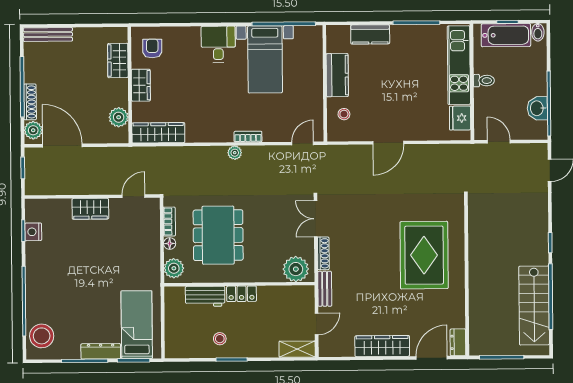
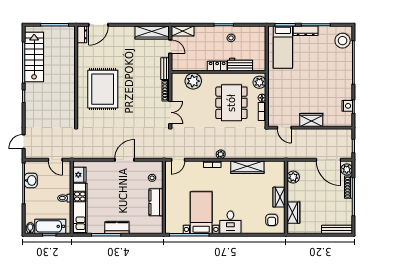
kitchen counter: (370, 34) -> (117, 228), moved
wardrobe: (158, 133) -> (247, 167), moved
door: (133, 196) -> (284, 128), hinge flipped
plant: (296, 269) -> (193, 81), moved
door: (317, 324) -> (170, 47), swing flipped
wardrobe: (382, 346) -> (152, 32), moved

